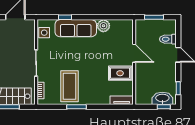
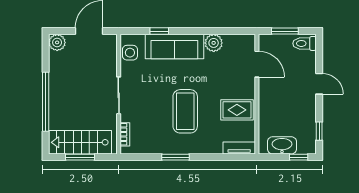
toilet: (168, 39) -> (305, 43), moved
door: (134, 53) -> (257, 64), moved
coffee table: (70, 86) -> (185, 111), moved
washbasin: (162, 98) -> (282, 145), moved

